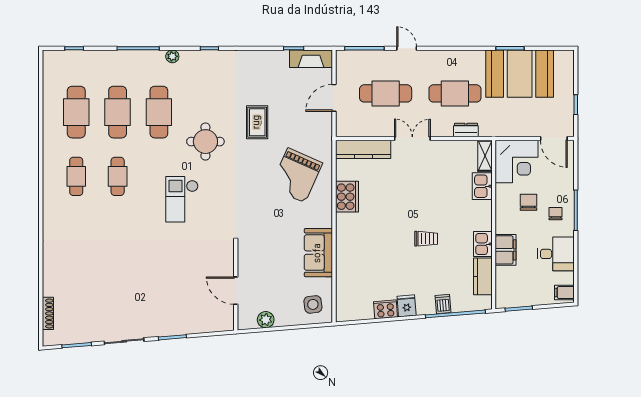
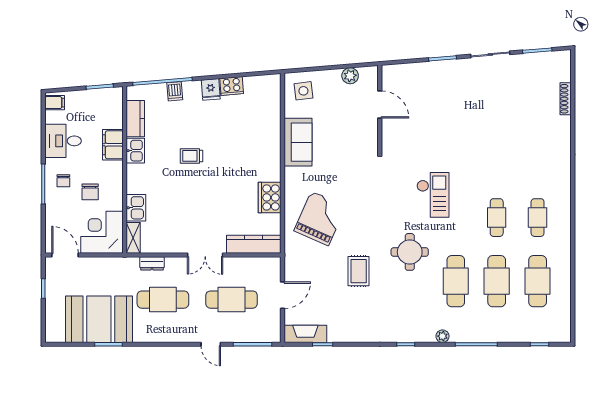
shoe rack: (48, 313) -> (566, 99), moved

